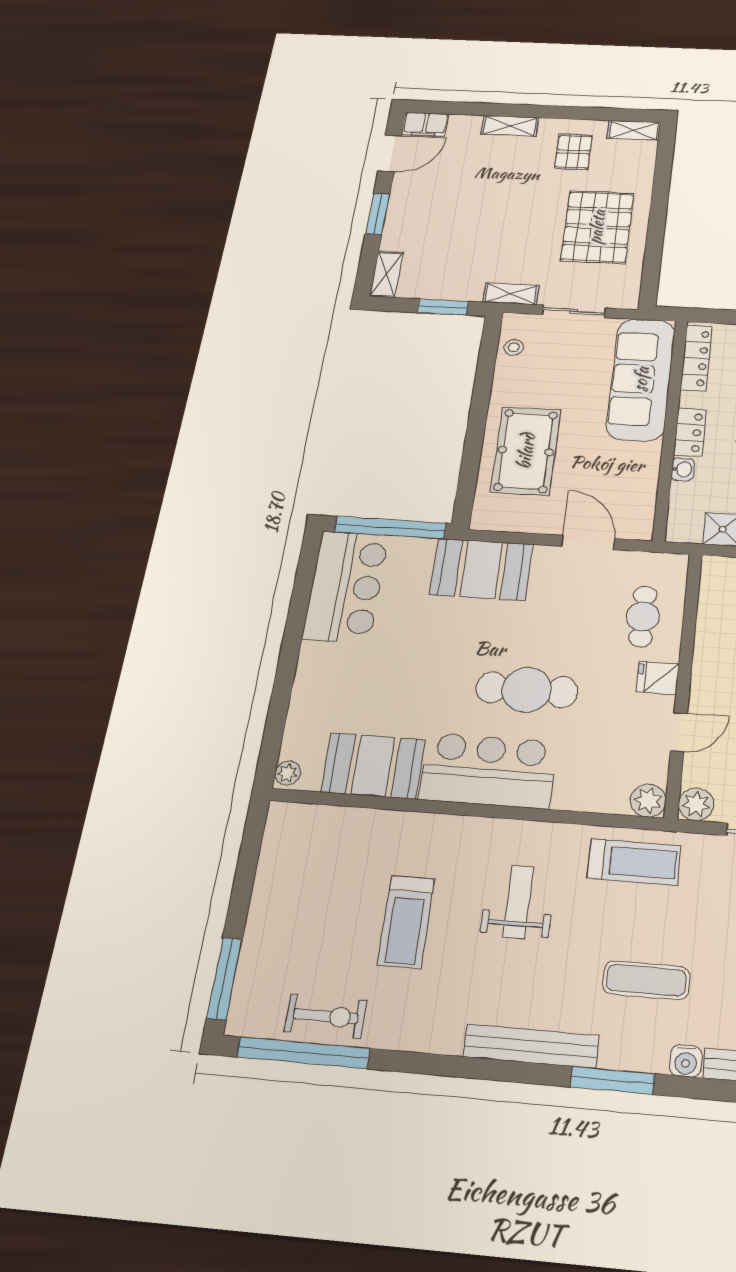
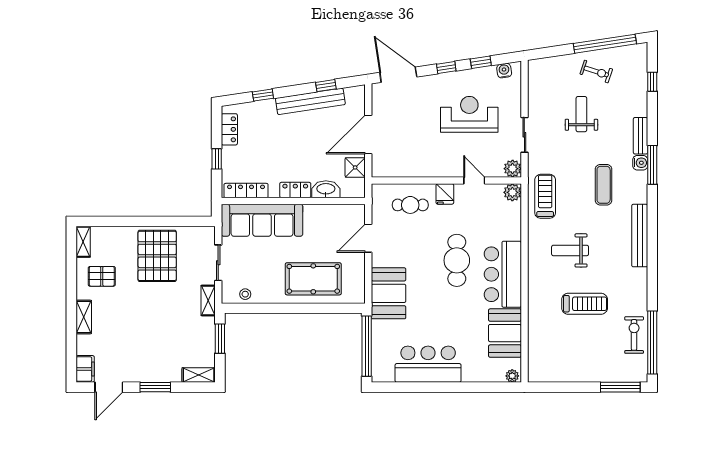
door: (390, 153) -> (109, 387), swing flipped
pallet: (597, 227) -> (157, 256), turned 90
washbasin: (683, 469) -> (326, 189), width x1.91, depth x1.45
bar counter: (346, 587) -> (428, 364), moved
window: (612, 1080) -> (652, 165), moved

